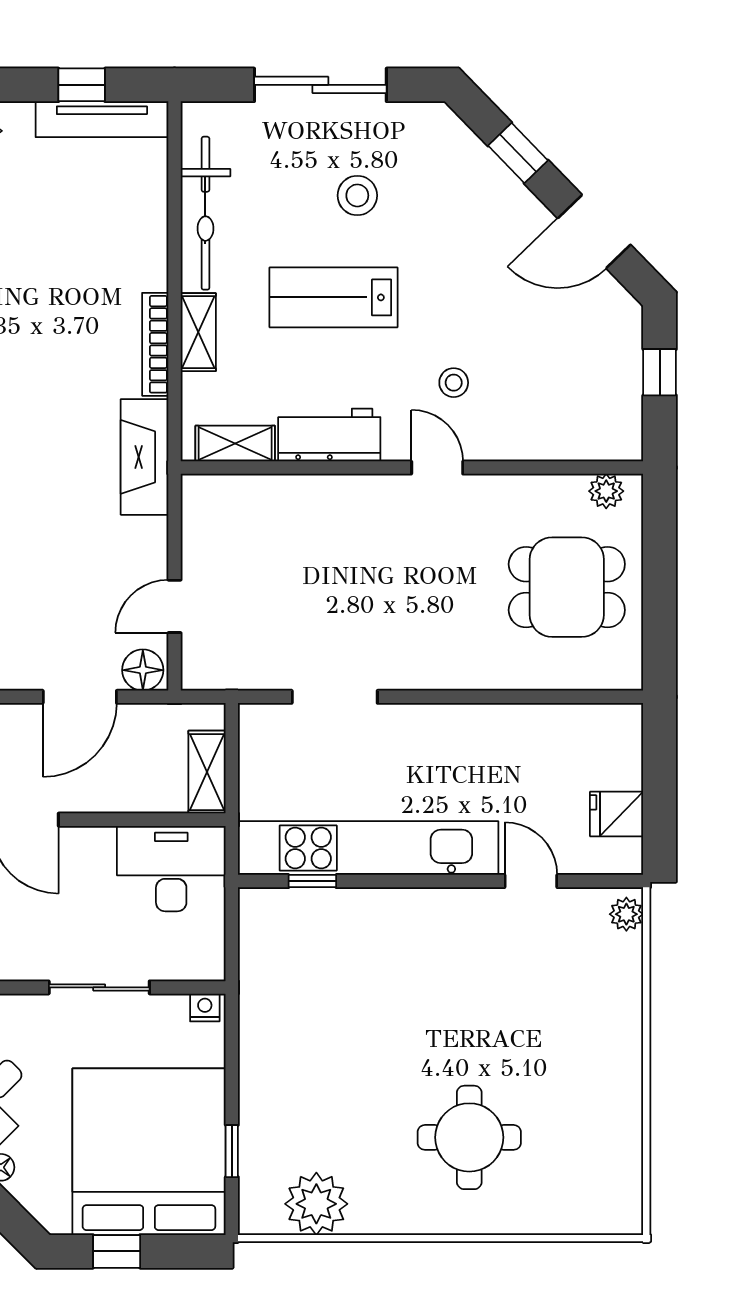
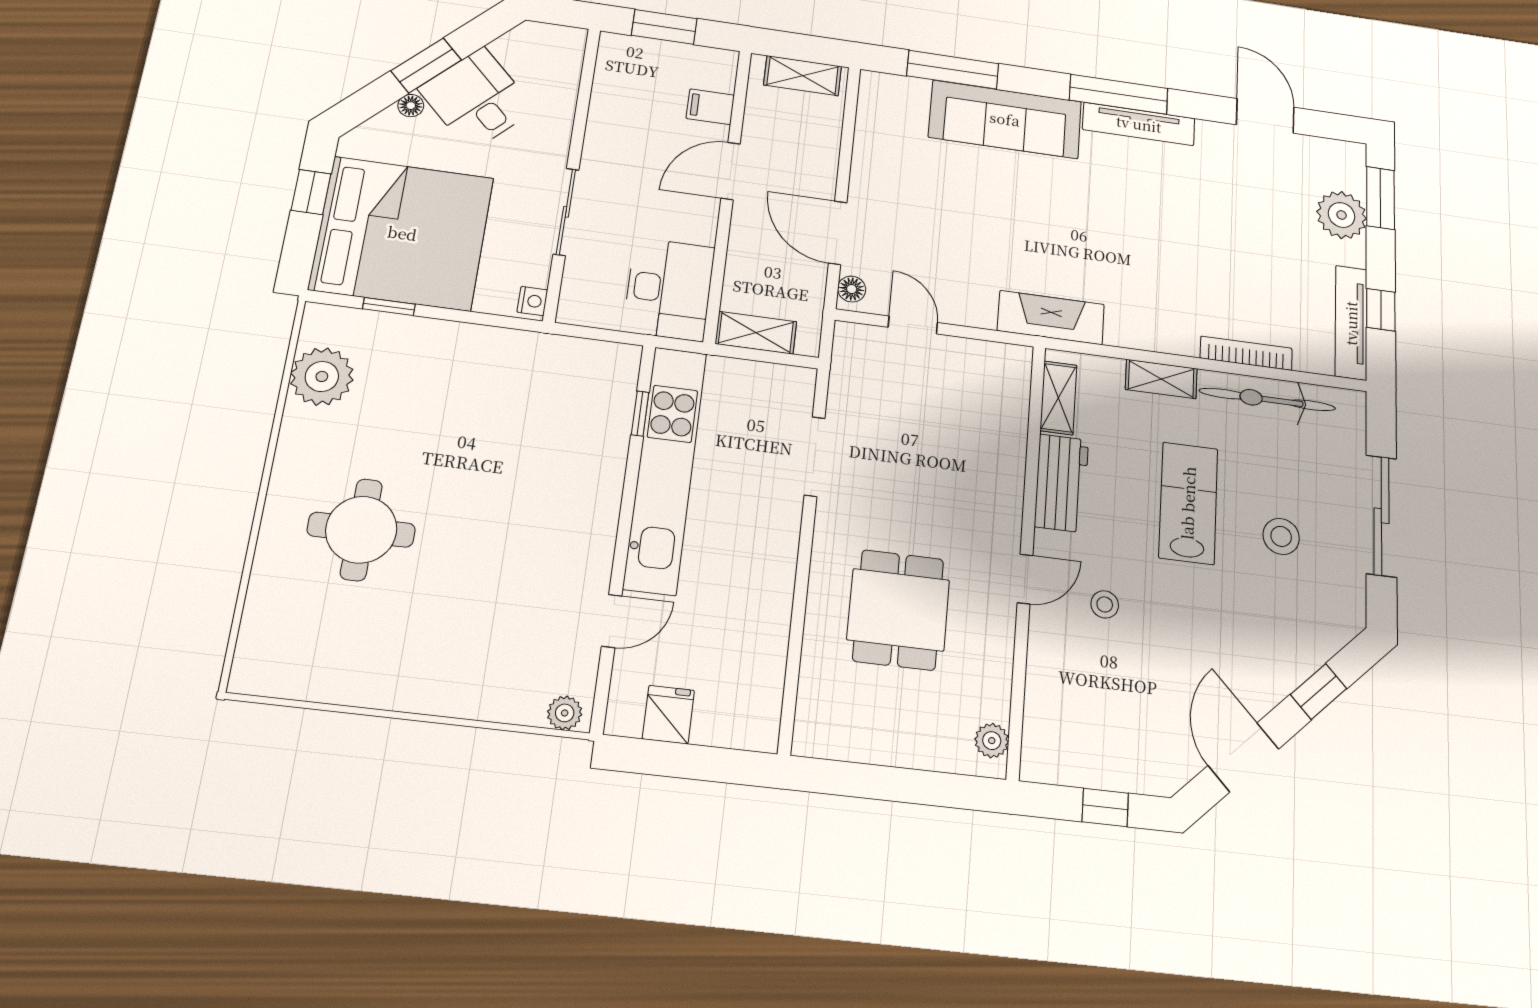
bookcase: (155, 344) -> (1246, 353), moved
dining table: (567, 587) -> (898, 610), moved
floor lamp: (143, 670) -> (852, 289), width x0.73, depth x0.73

